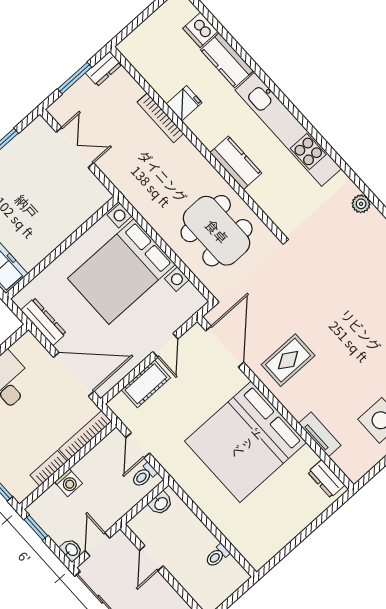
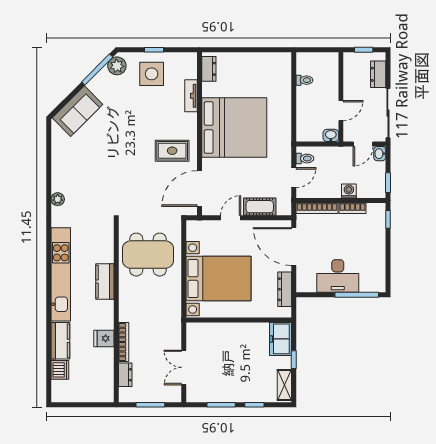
dresser: (104, 69) -> (125, 375), moved, turned 90
dining table: (217, 231) -> (148, 255), turned 90
washbasin: (161, 503) -> (331, 135), moved

